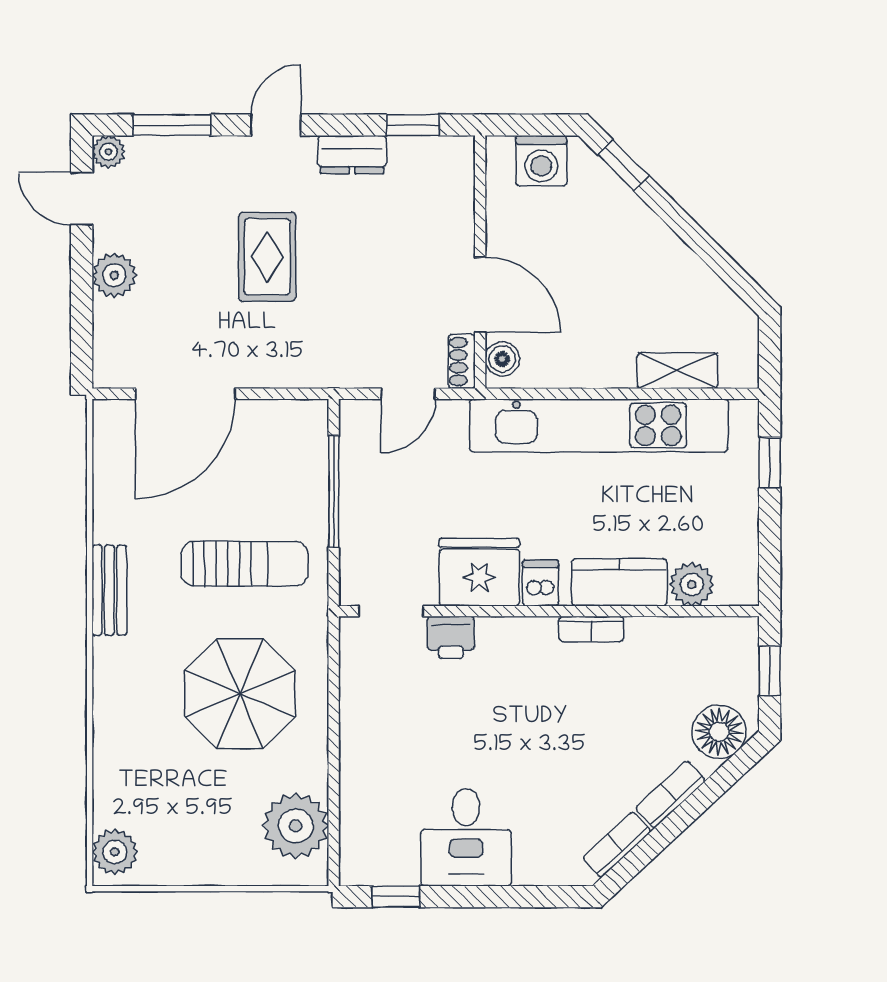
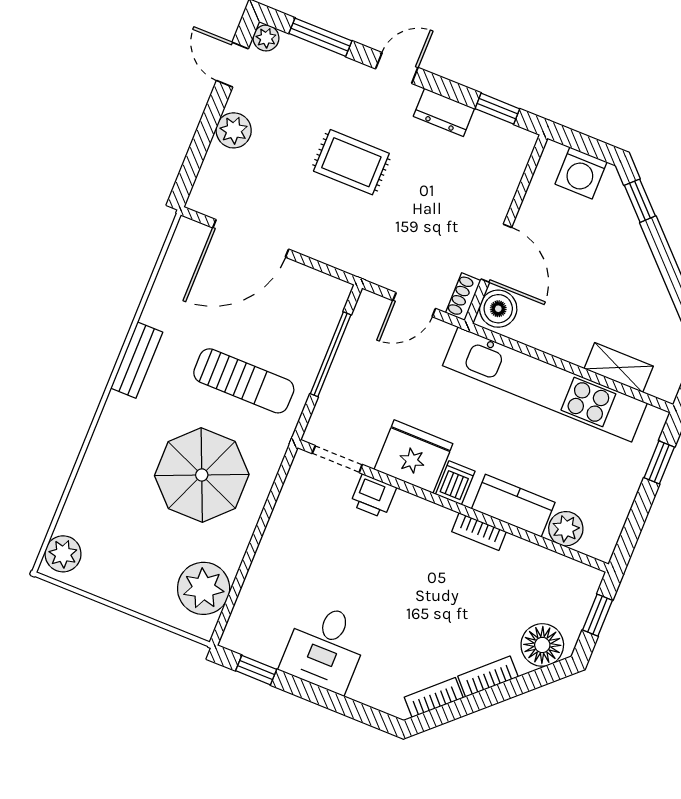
rug: (267, 257) -> (351, 162), turned 90
boiler: (502, 359) -> (498, 309), width x1.36, depth x1.36

